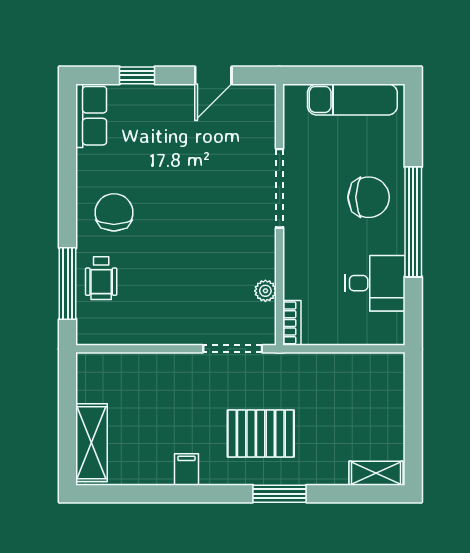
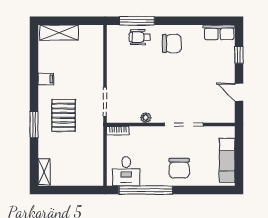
window: (413, 222) -> (146, 190), moved
desk: (375, 283) -> (126, 171), moved
plant: (265, 291) -> (146, 118), moved

